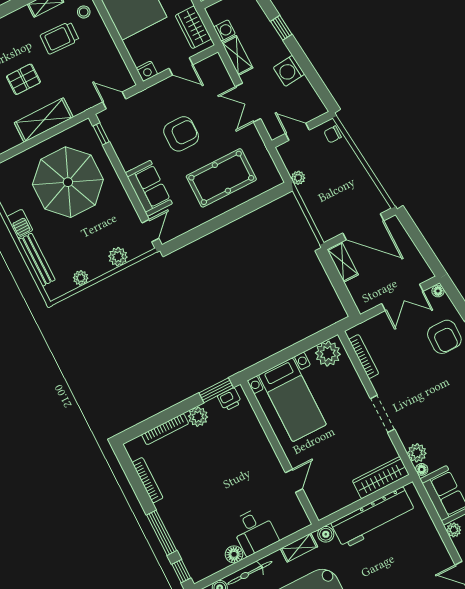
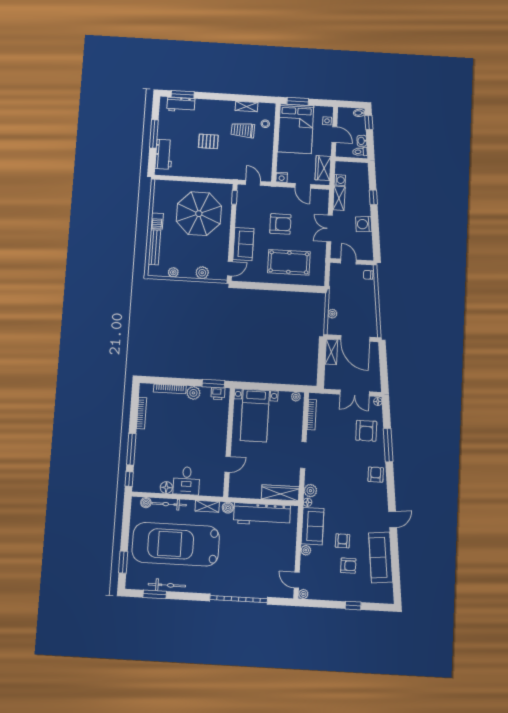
shelving: (44, 120) -> (206, 171), removed
plant: (298, 178) -> (332, 314), moved
plant: (328, 354) -> (296, 397), width x0.53, depth x0.53

